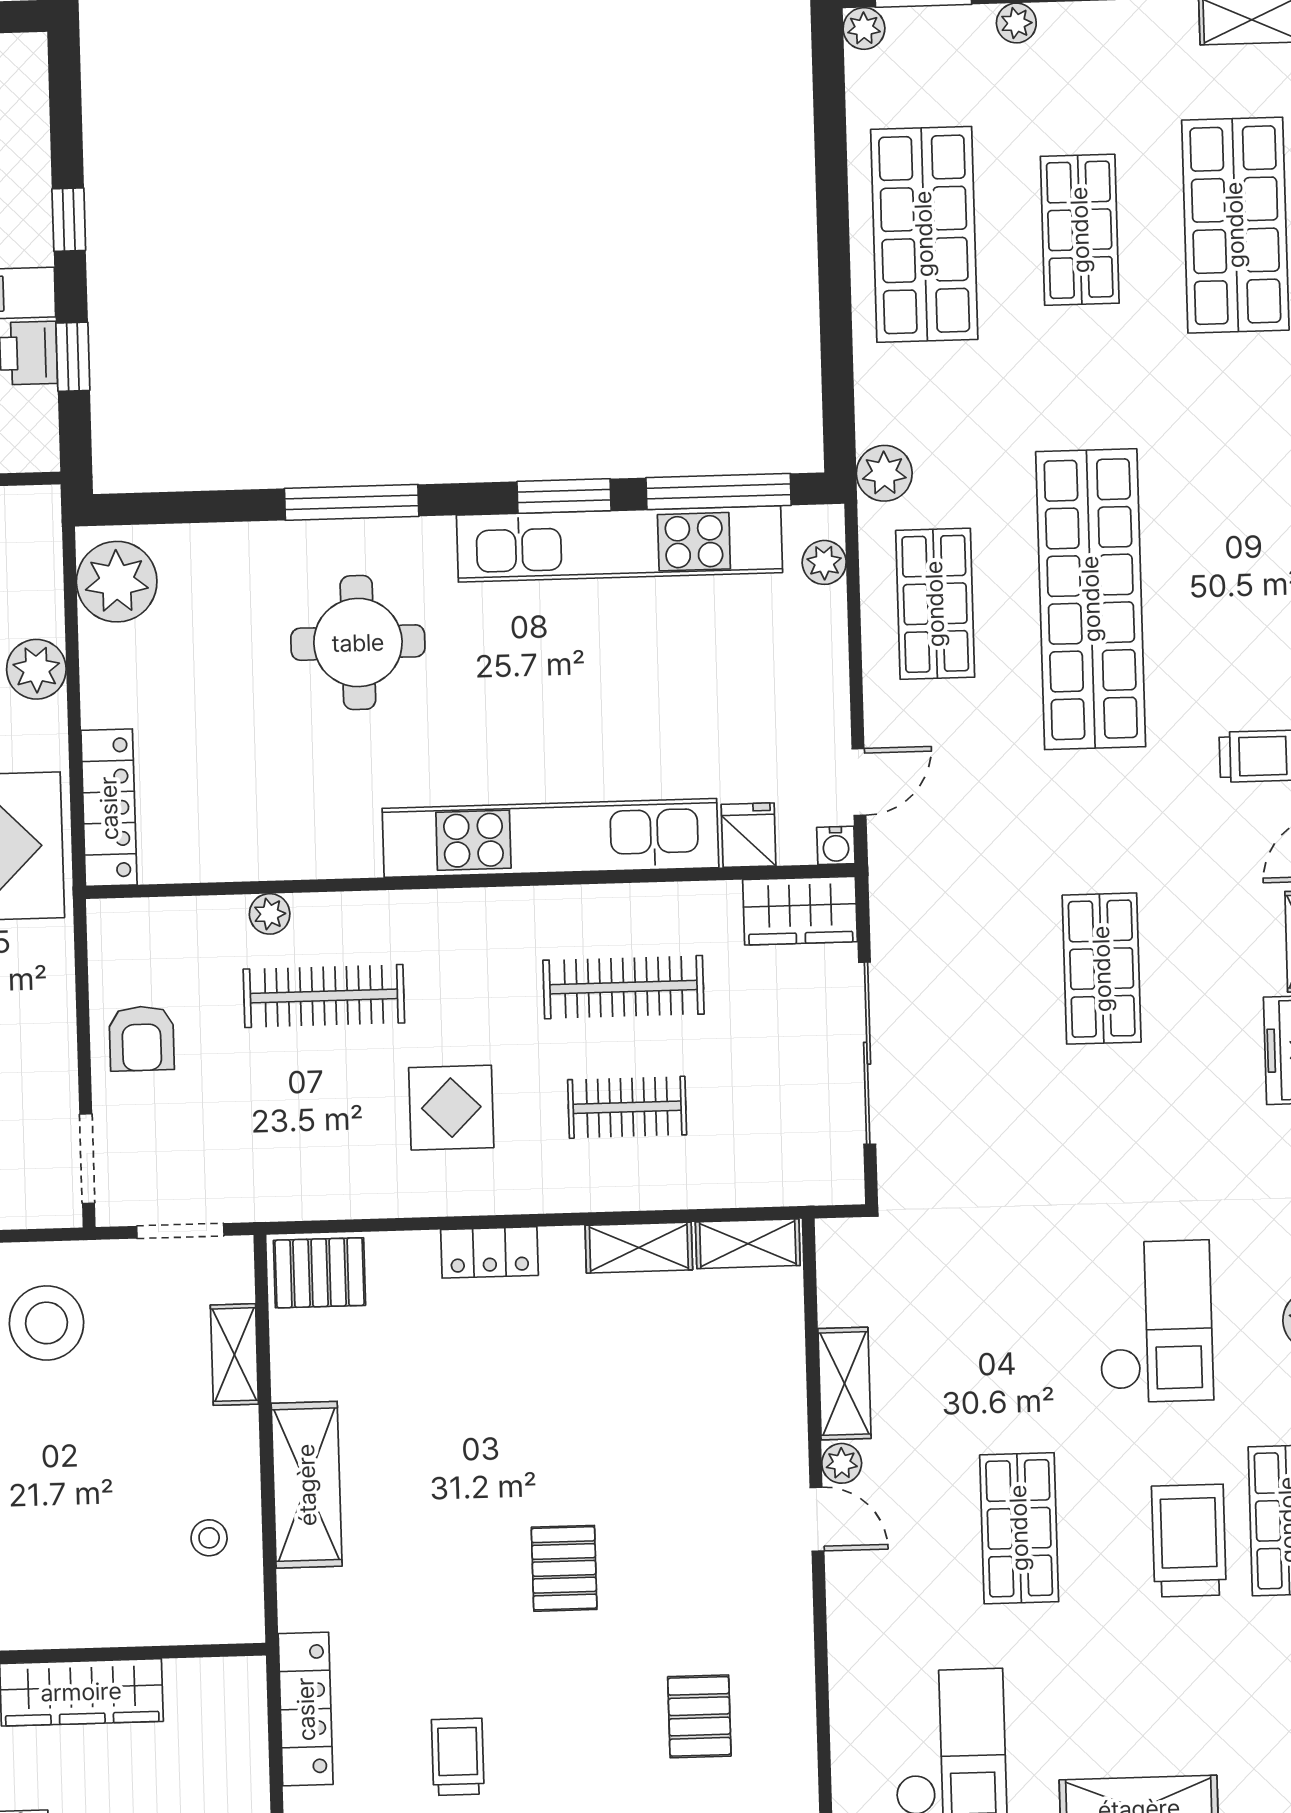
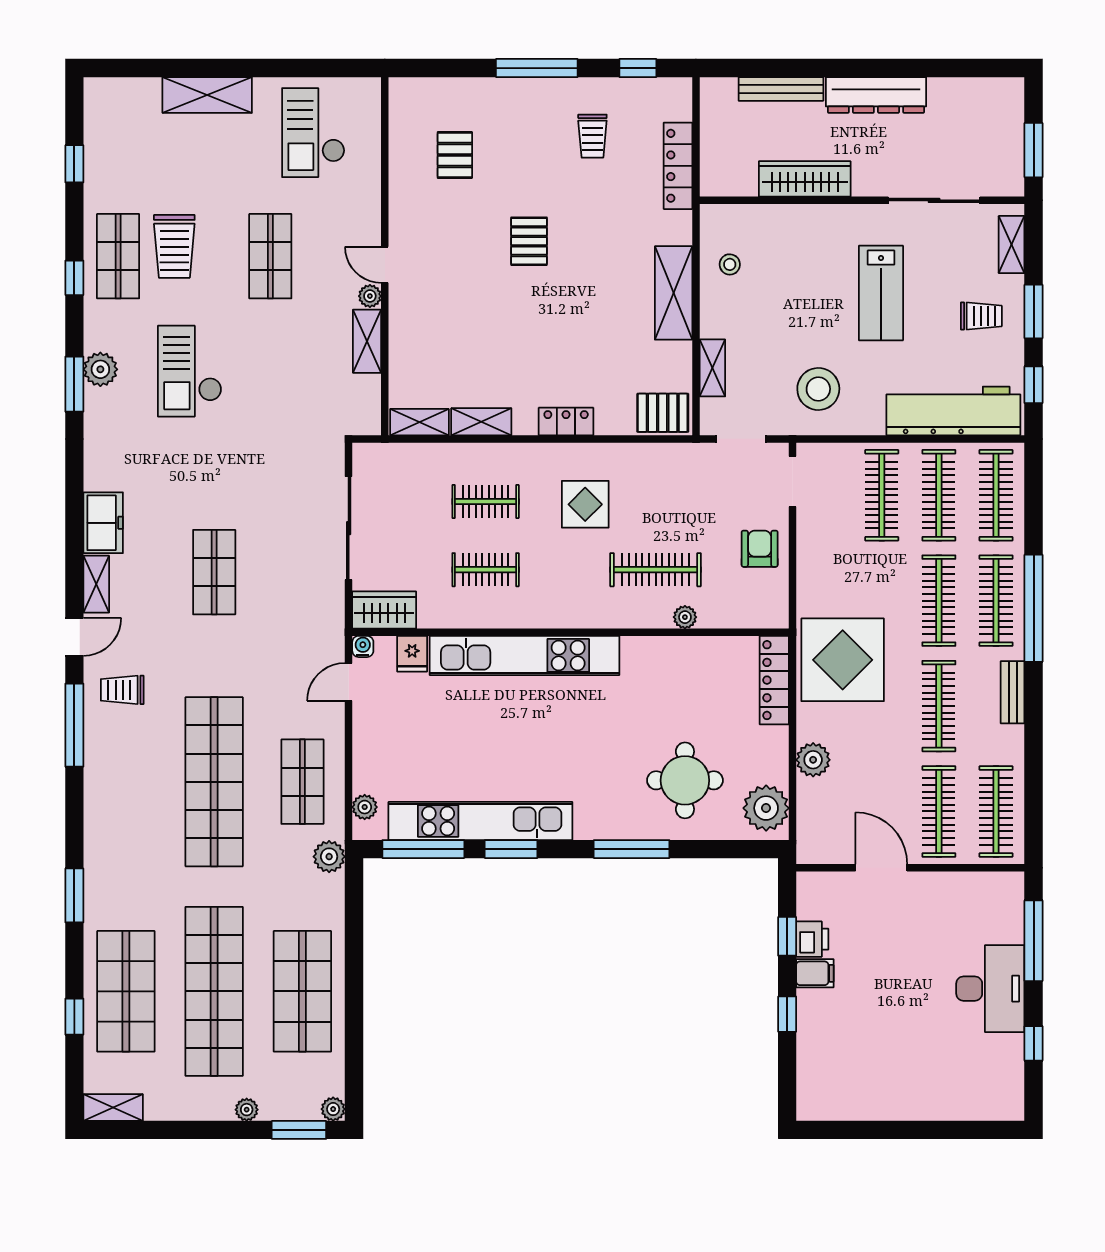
shop shelf: (1080, 230) -> (214, 991), width x2.00, depth x1.36
round table: (358, 643) -> (685, 780), moved
clothes rail: (624, 987) -> (486, 570), width x0.73

